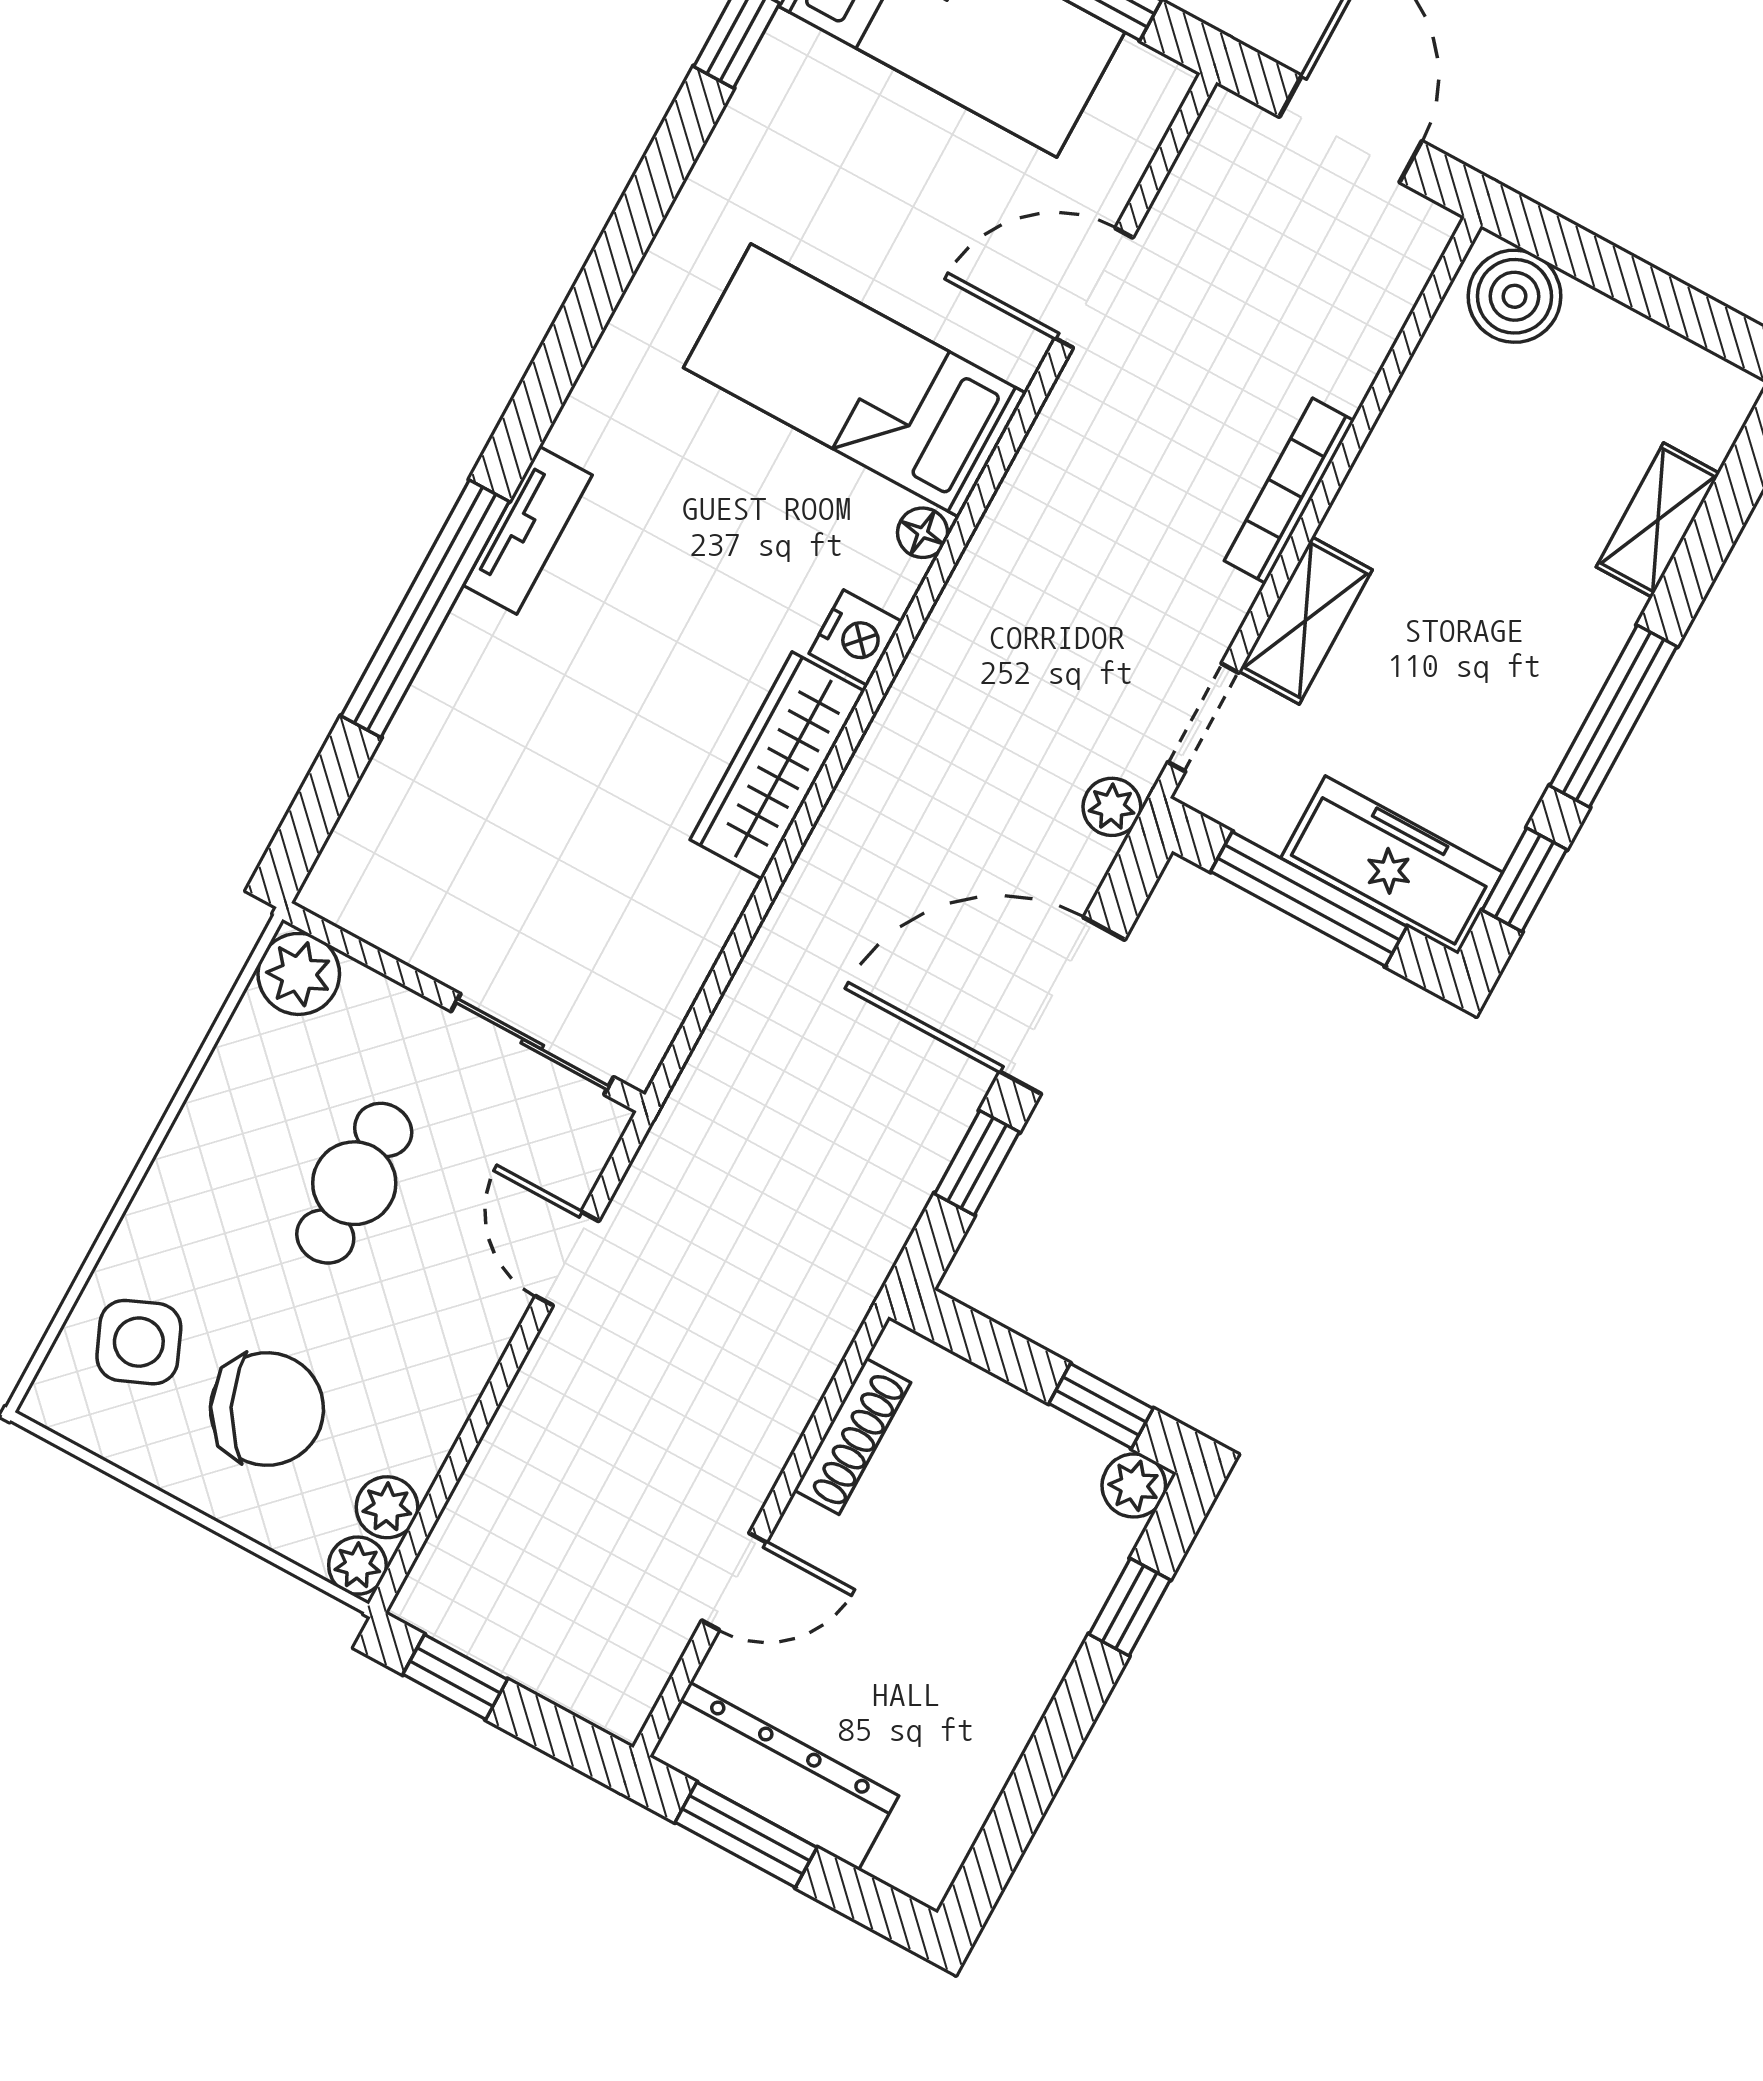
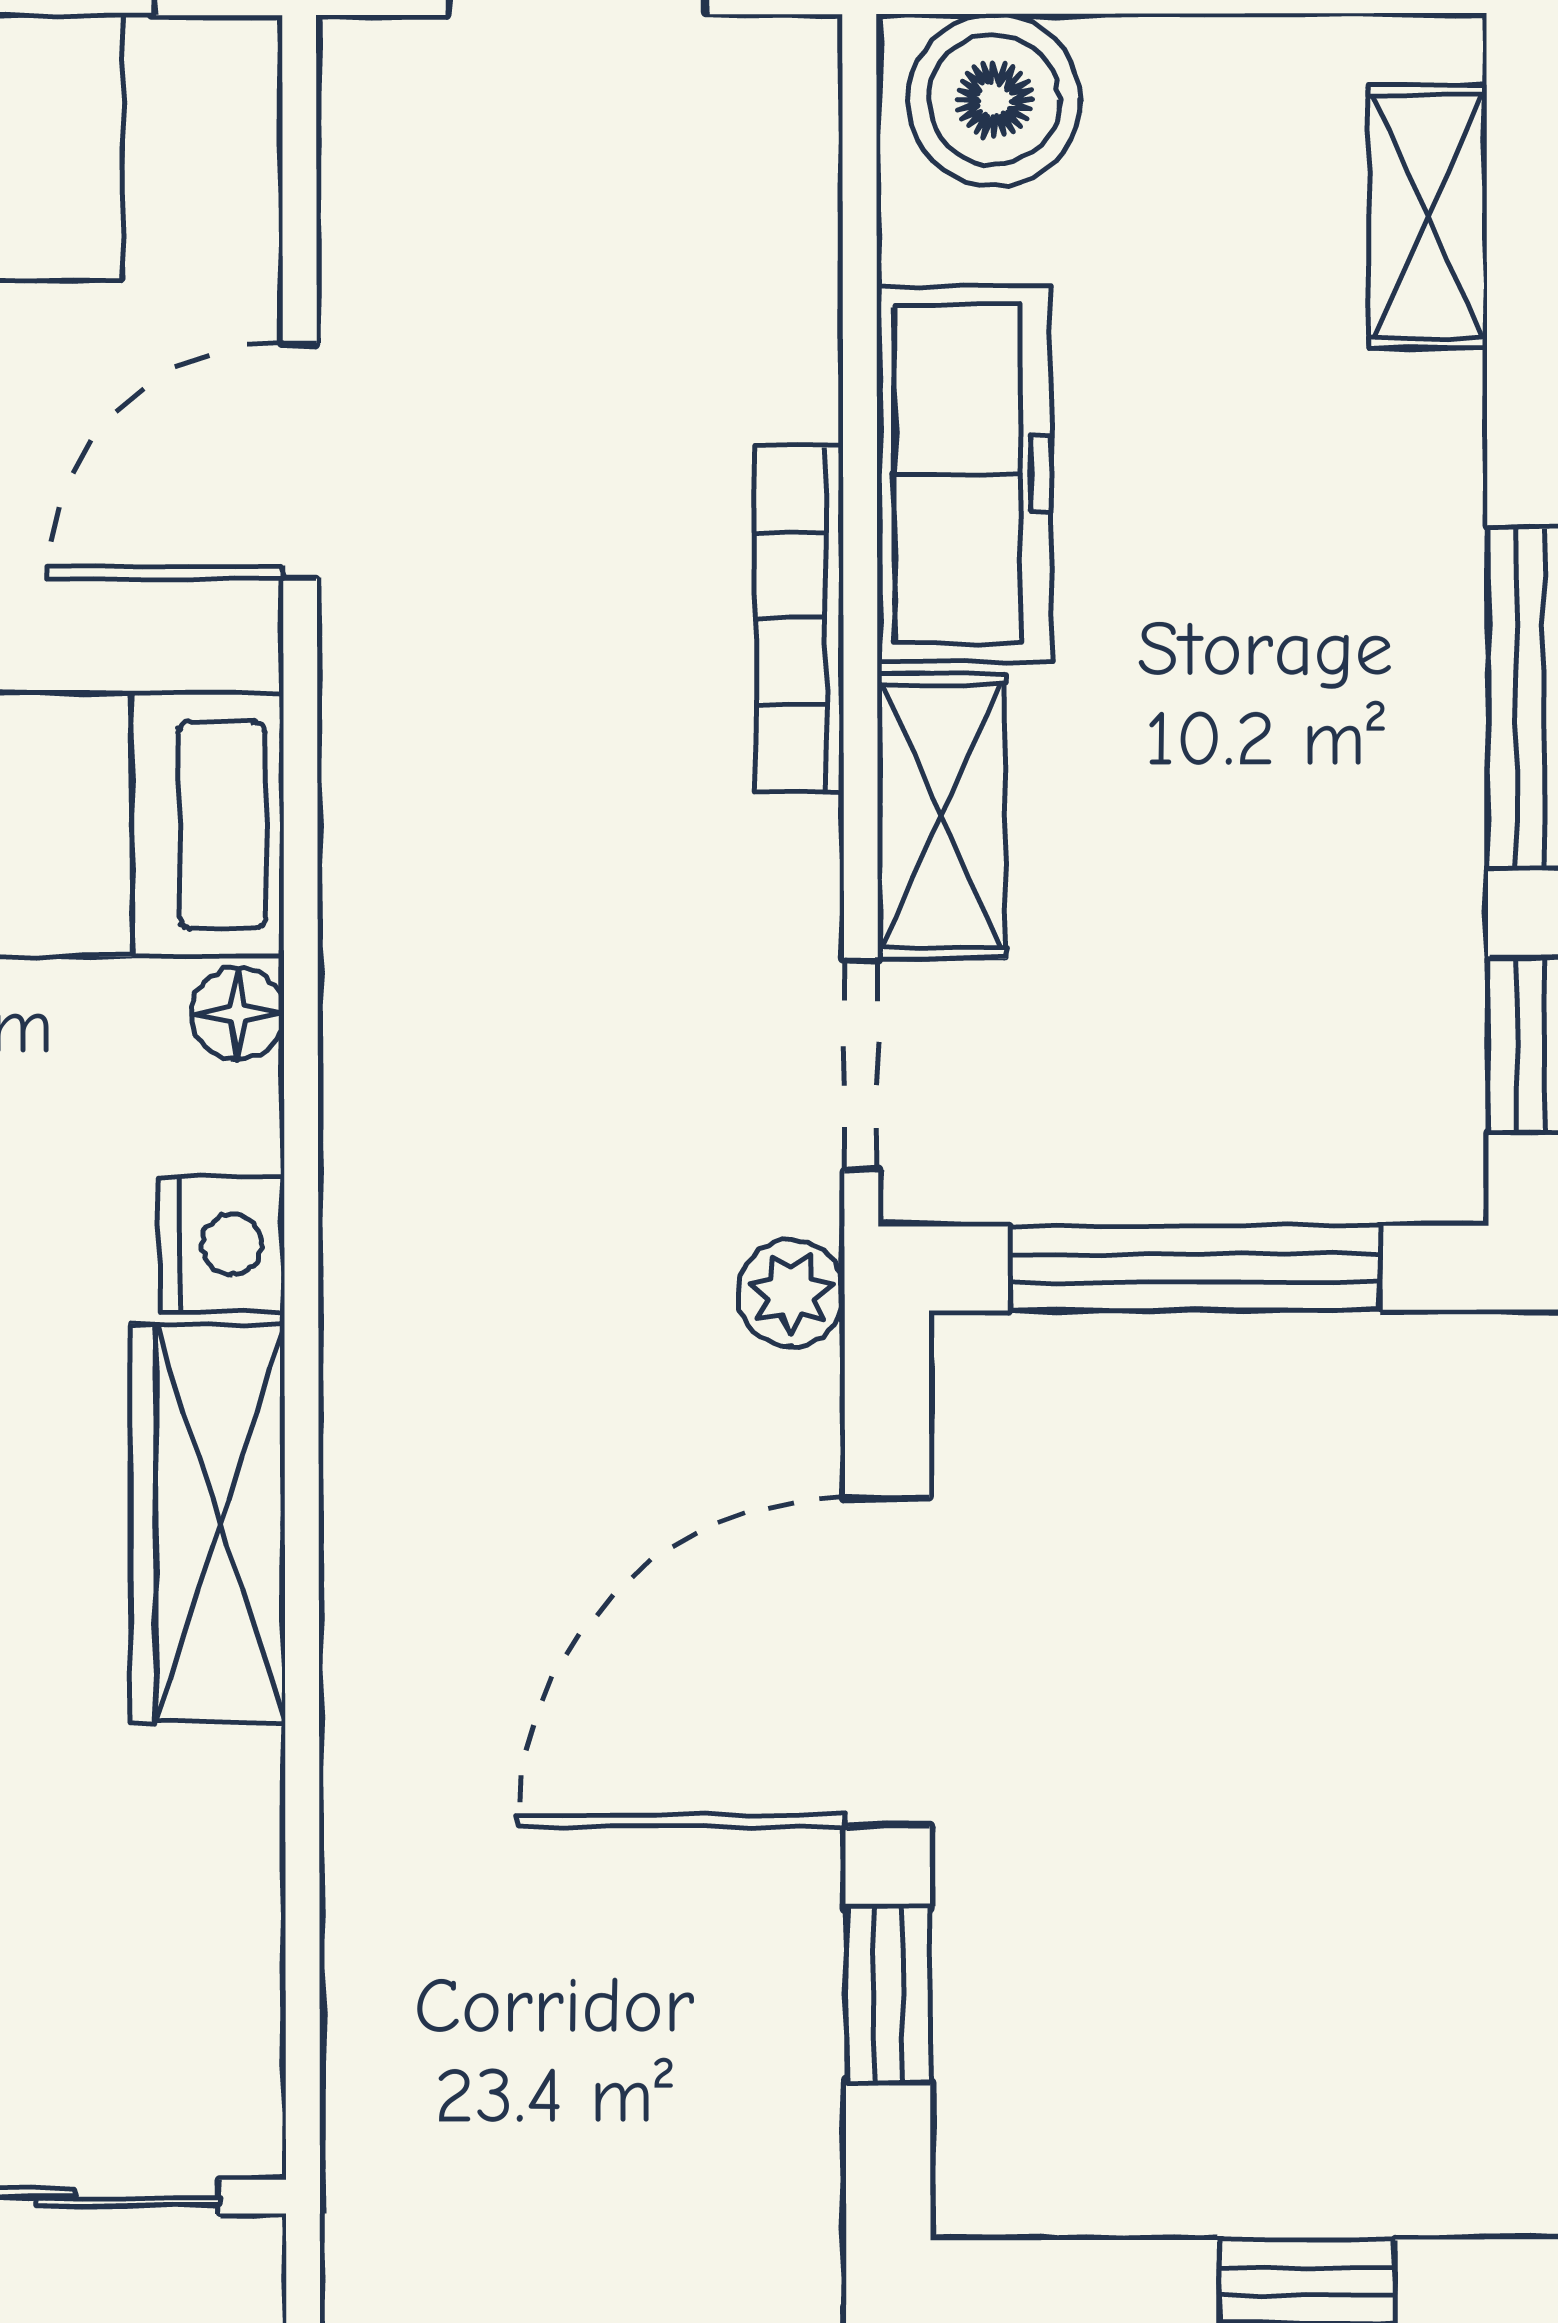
shelving: (1658, 520) -> (1428, 216), moved
freezer: (1392, 865) -> (964, 474), moved, turned 90

